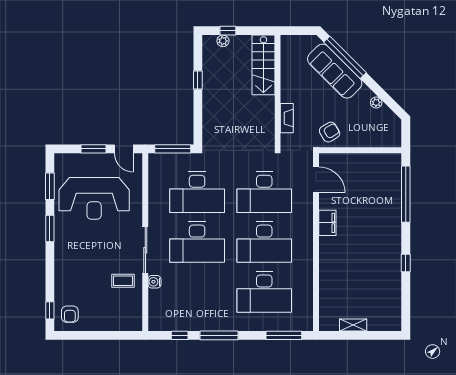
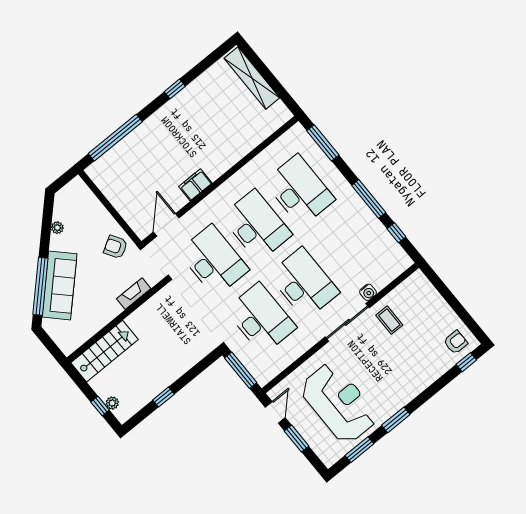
shelving: (353, 325) -> (252, 78), width x2.20, depth x1.33

